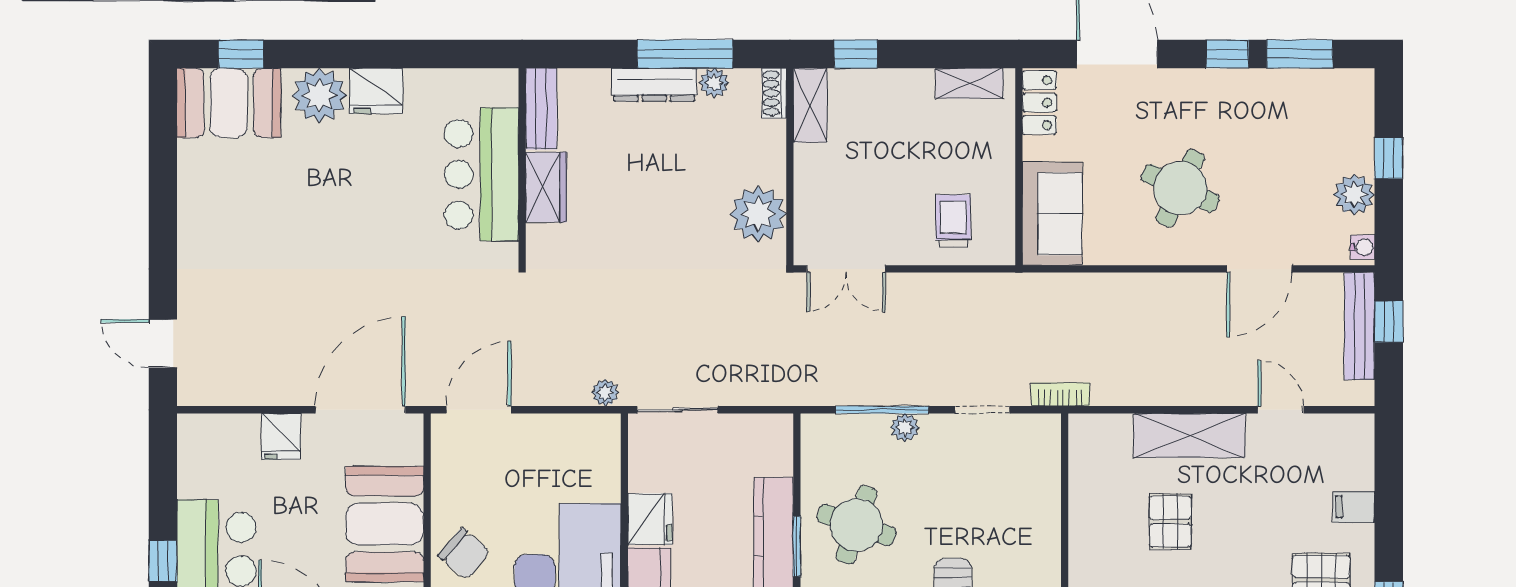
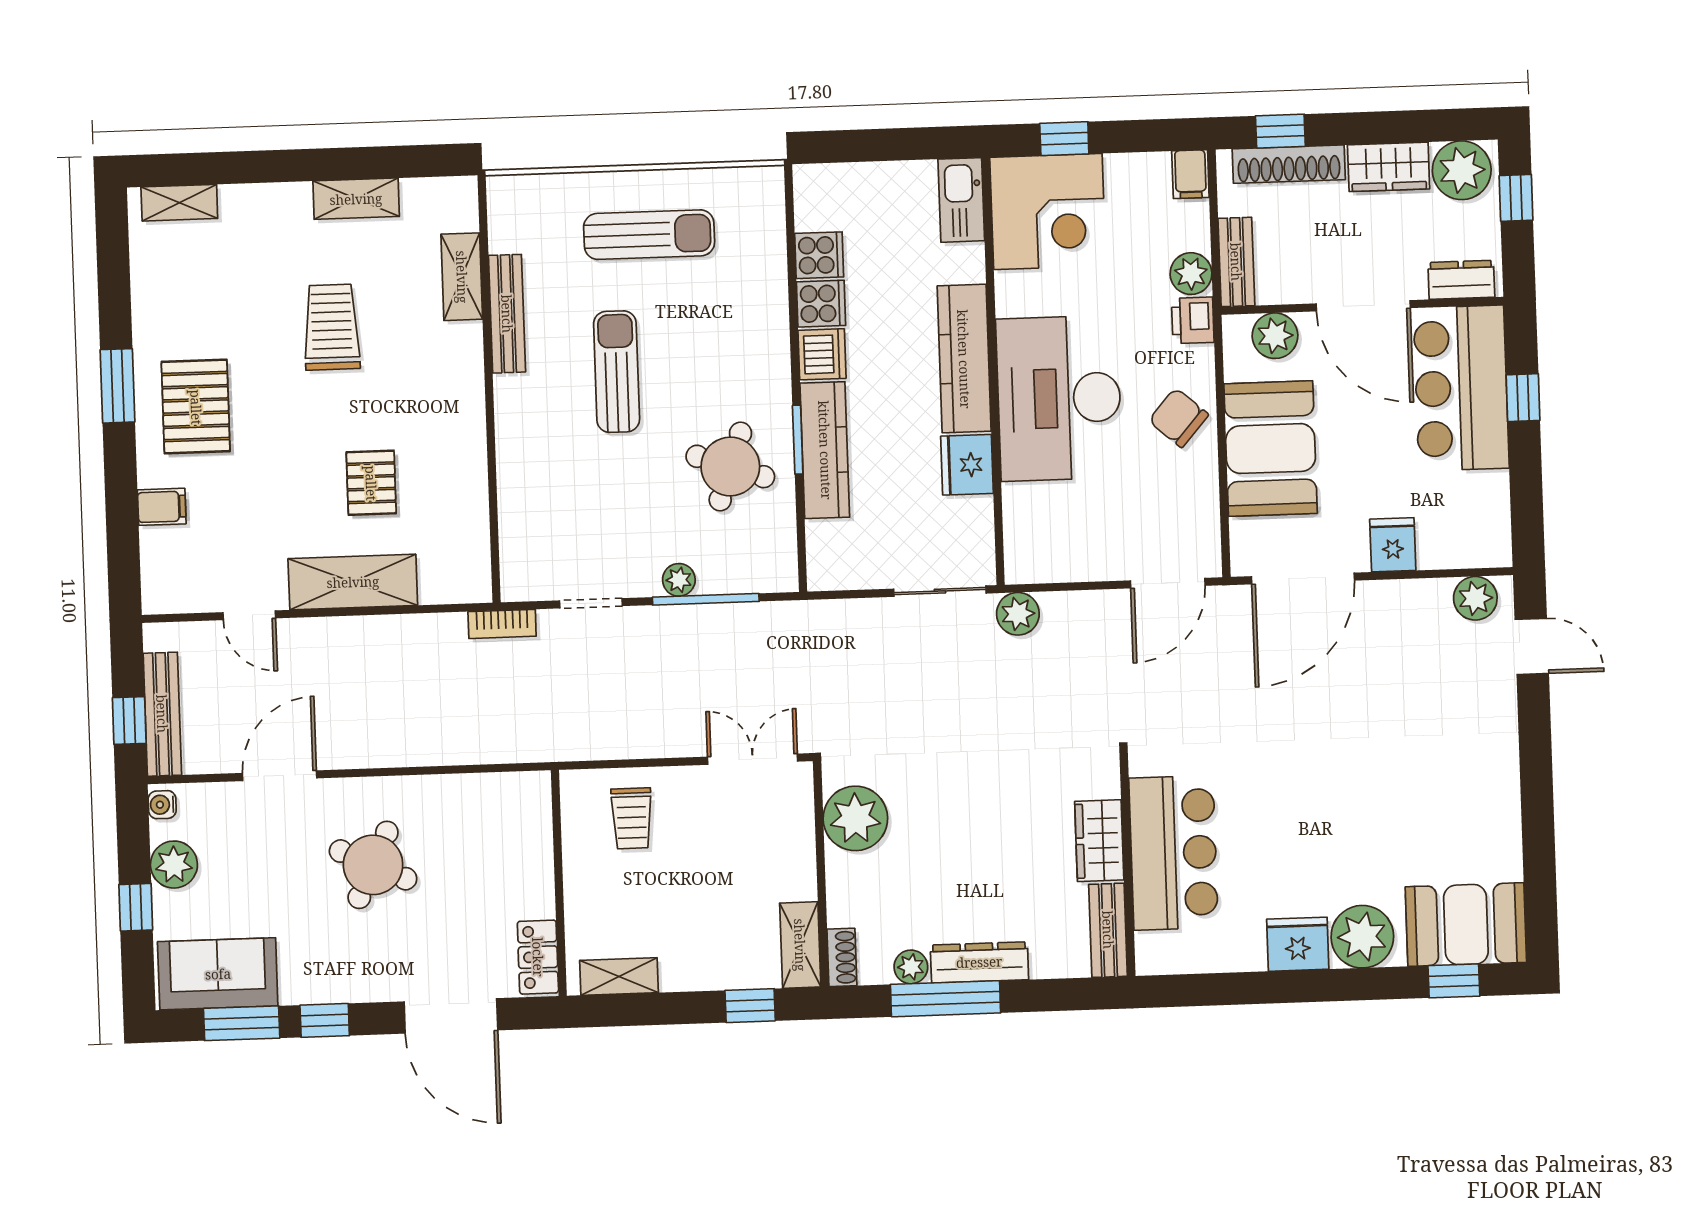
sofa: (1052, 214) -> (218, 974), moved, turned 90
plant: (211, 387) -> (1475, 598), added
plant: (605, 393) -> (1018, 614), width x1.38, depth x1.38

